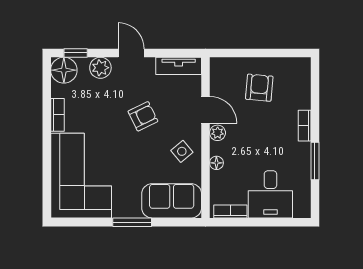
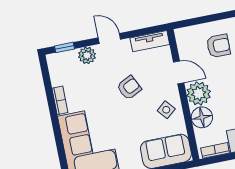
floor lamp: (64, 70) -> (58, 63), removed
armchair: (259, 88) -> (218, 46), turned 85
plant: (218, 133) -> (199, 93), width x1.88, depth x1.88
floor lamp: (216, 163) -> (202, 117), width x1.89, depth x1.89

